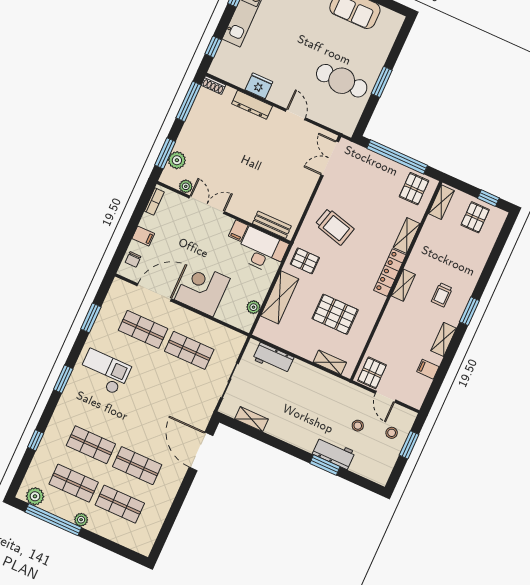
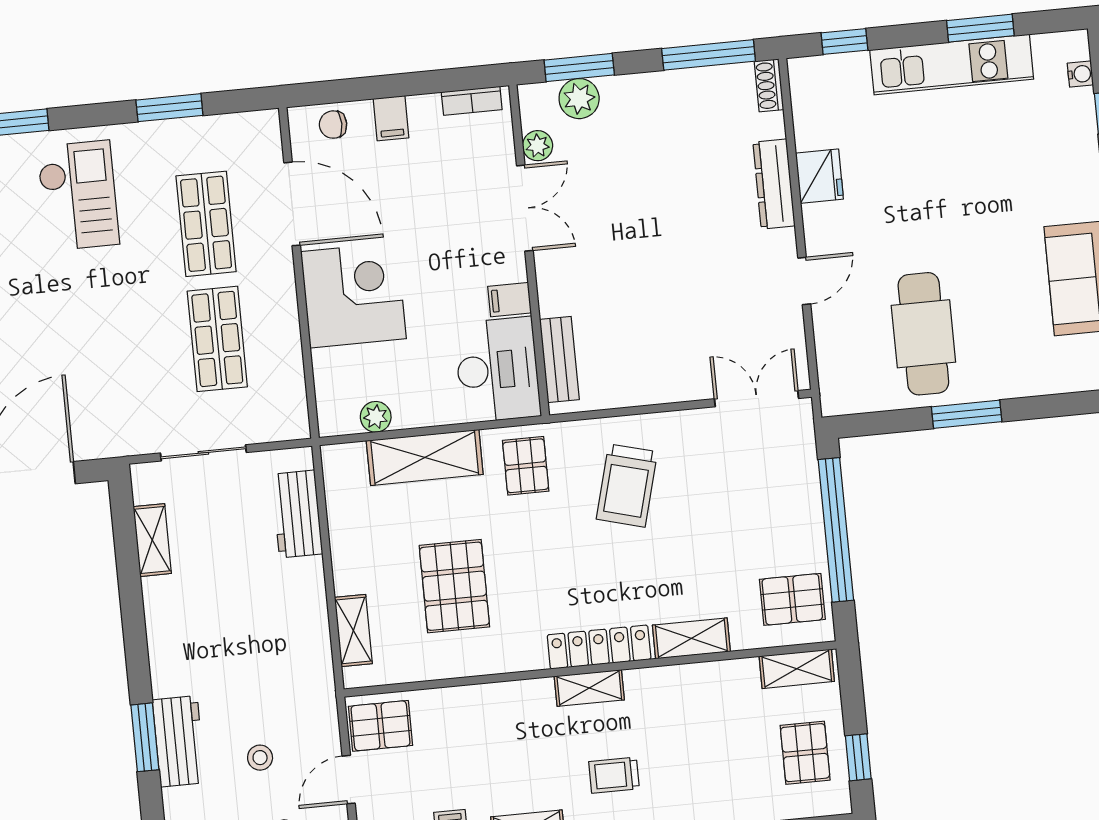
pallet: (475, 217) -> (805, 753), turned 90

